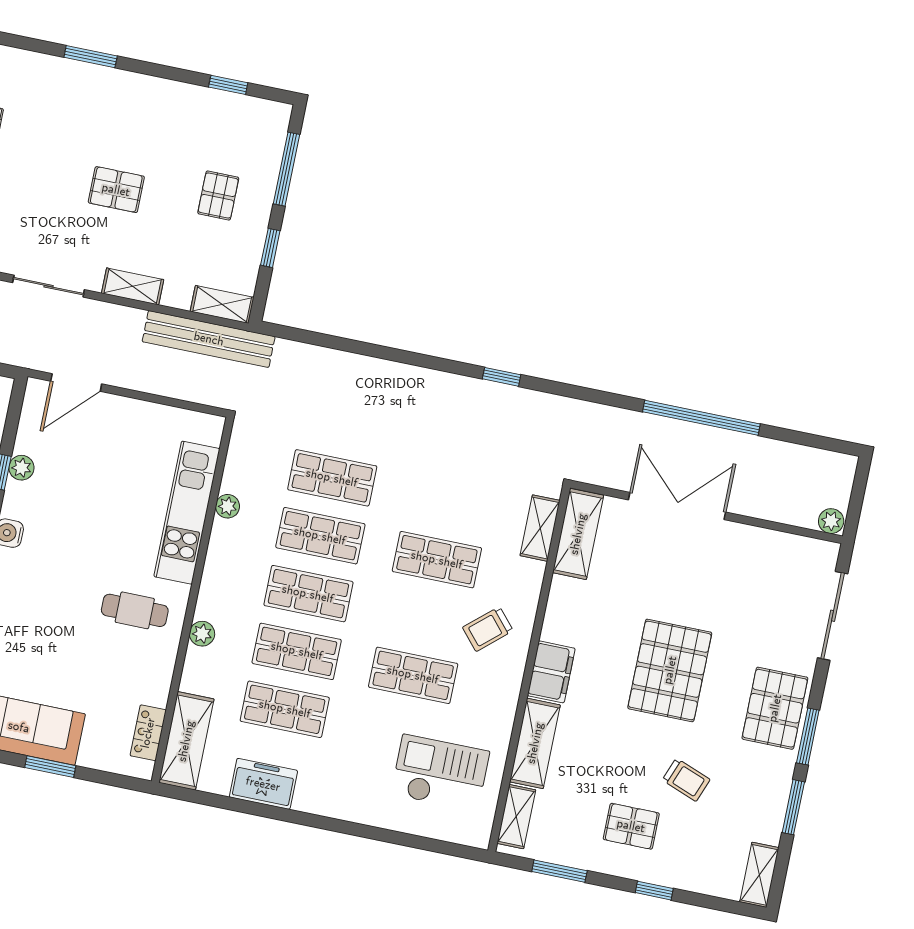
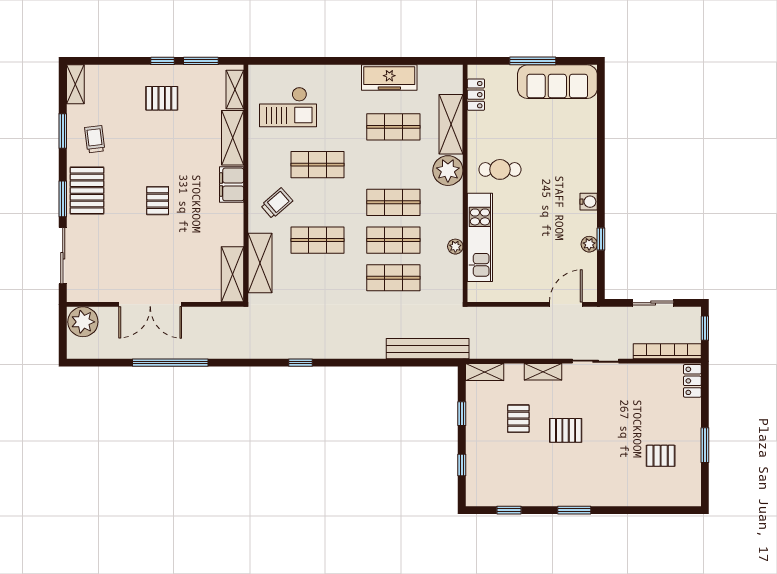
window: (91, 57) -> (574, 510), moved
window: (286, 169) -> (462, 465), width x0.46
pallet: (218, 196) -> (518, 419), moved
bench: (209, 339) -> (428, 349), moved
double door: (677, 506) -> (150, 304), moved
plant: (831, 521) -> (83, 322), width x1.88, depth x1.88
shelving: (540, 528) -> (260, 263), width x1.50, depth x1.33
plant: (202, 634) -> (448, 171), width x1.87, depth x1.87
shop shelf: (297, 651) -> (393, 165), removed
pallet: (670, 670) -> (158, 201), width x0.49, depth x0.50
window: (808, 737) -> (63, 199), moved
shelving: (186, 741) -> (451, 124), moved
window: (50, 767) -> (533, 61), width x1.44
trolley: (686, 780) -> (95, 139), moved, turned 62
freezer: (263, 784) -> (389, 78), width x1.40
window: (654, 891) -> (162, 61), moved

